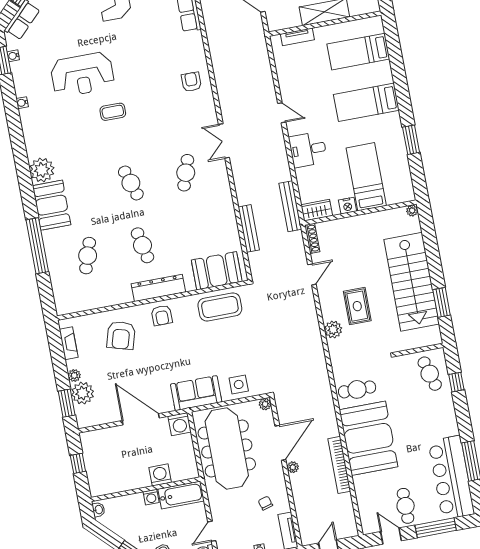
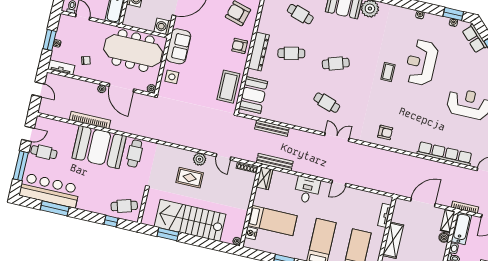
nightstand: (348, 206) -> (251, 233), moved
plant: (333, 329) -> (200, 159), moved

